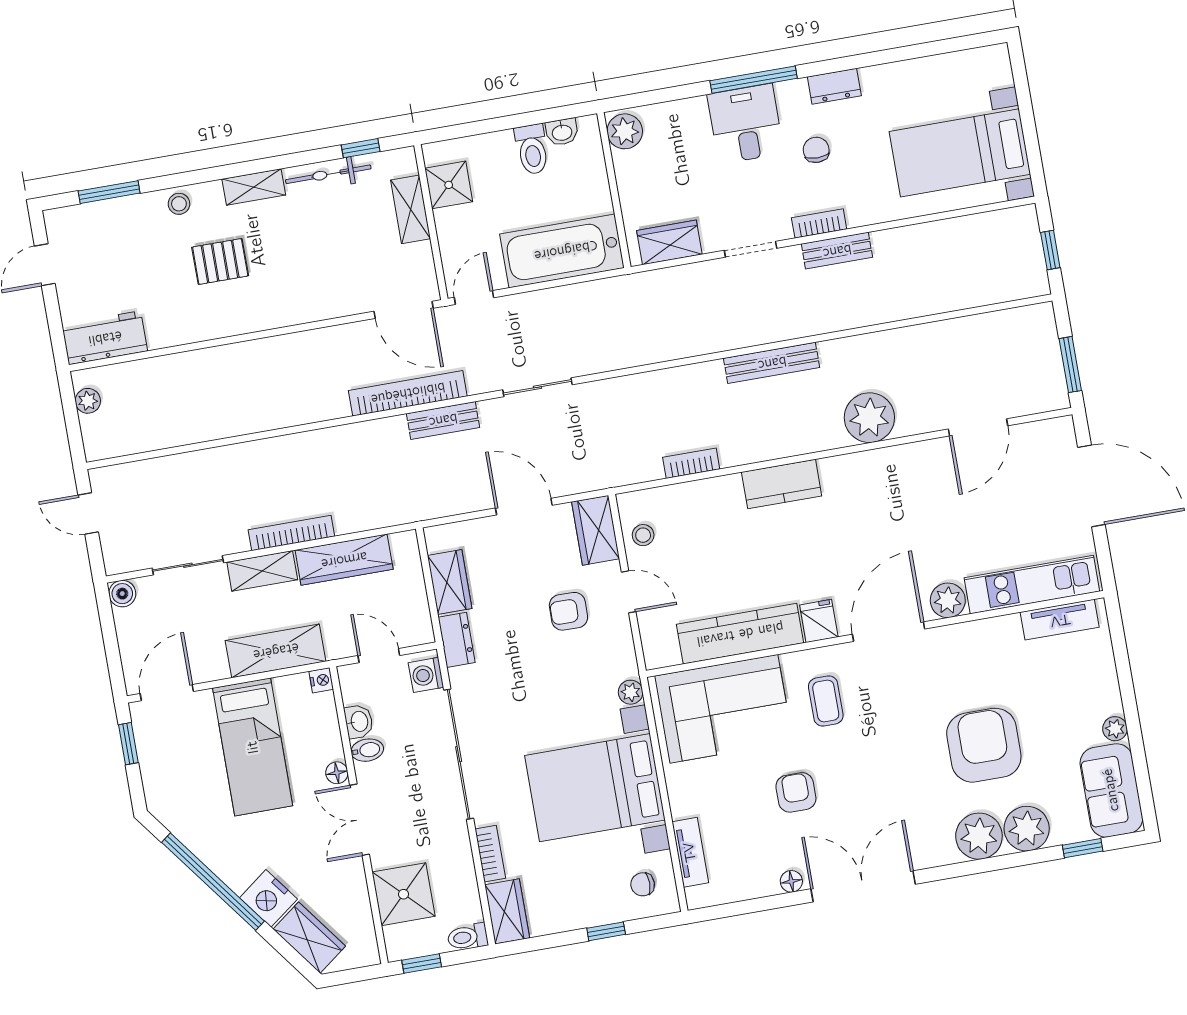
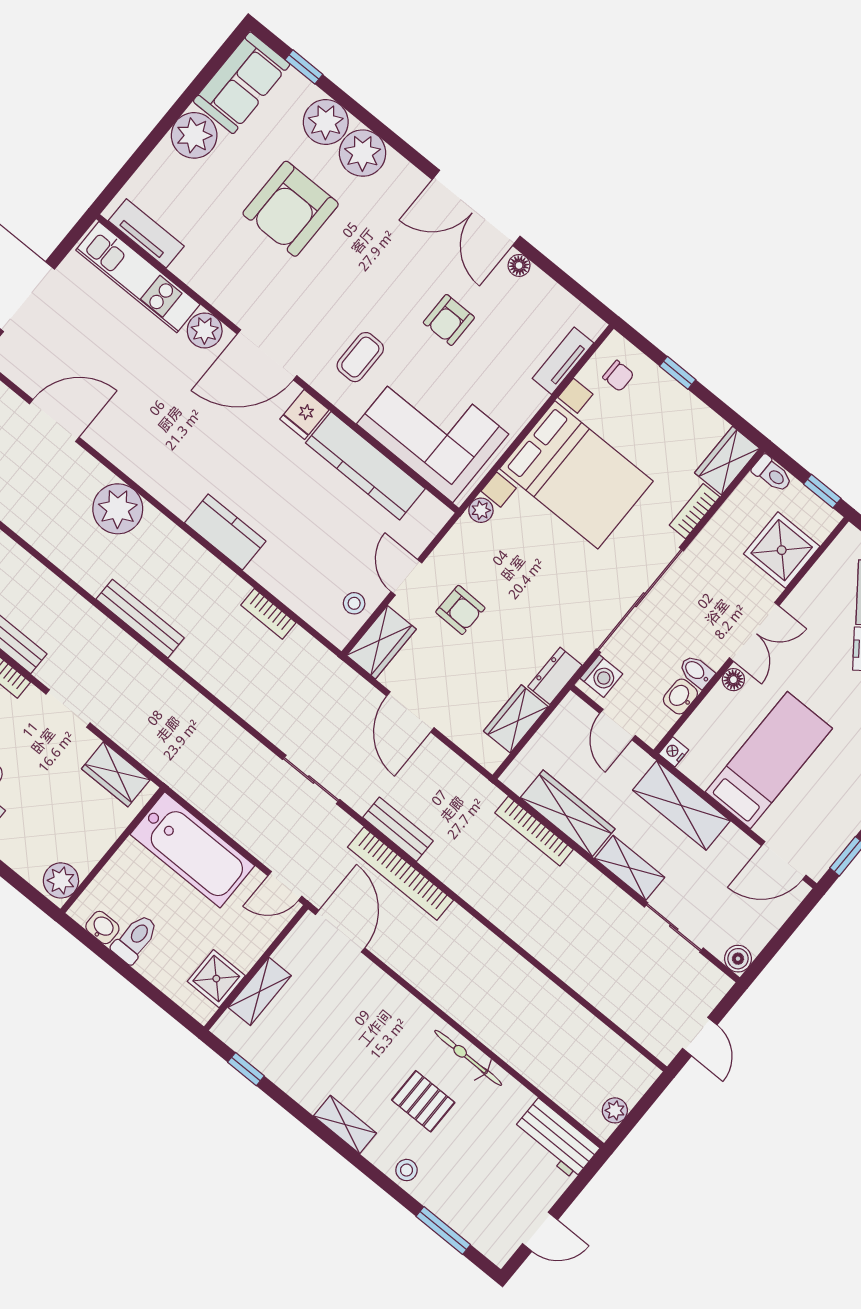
bicycle: (328, 174) -> (468, 1058), moved, turned 180
bookcase: (291, 533) -> (534, 831), moved
plant: (1115, 729) -> (194, 135), width x1.87, depth x1.87

